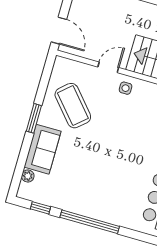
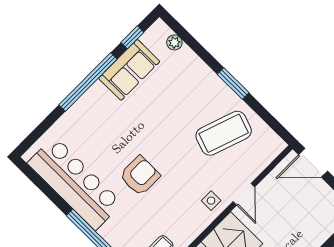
coffee table: (73, 106) -> (224, 133), turned -30
armchair: (136, 148) -> (140, 176), added
sofa: (43, 149) -> (129, 70), moved, turned -90

